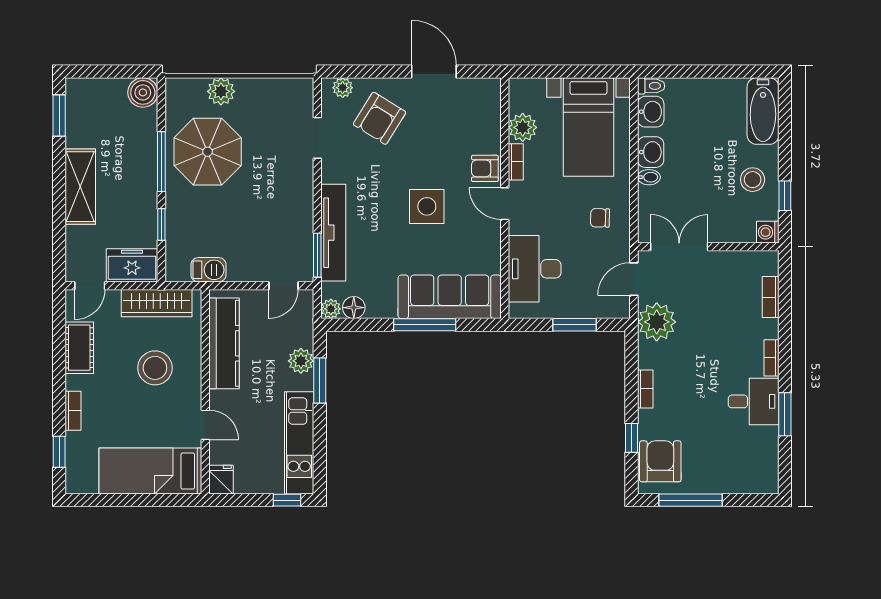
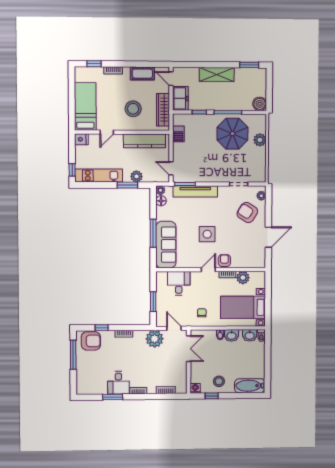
desk: (535, 269) -> (179, 283), width x0.73

